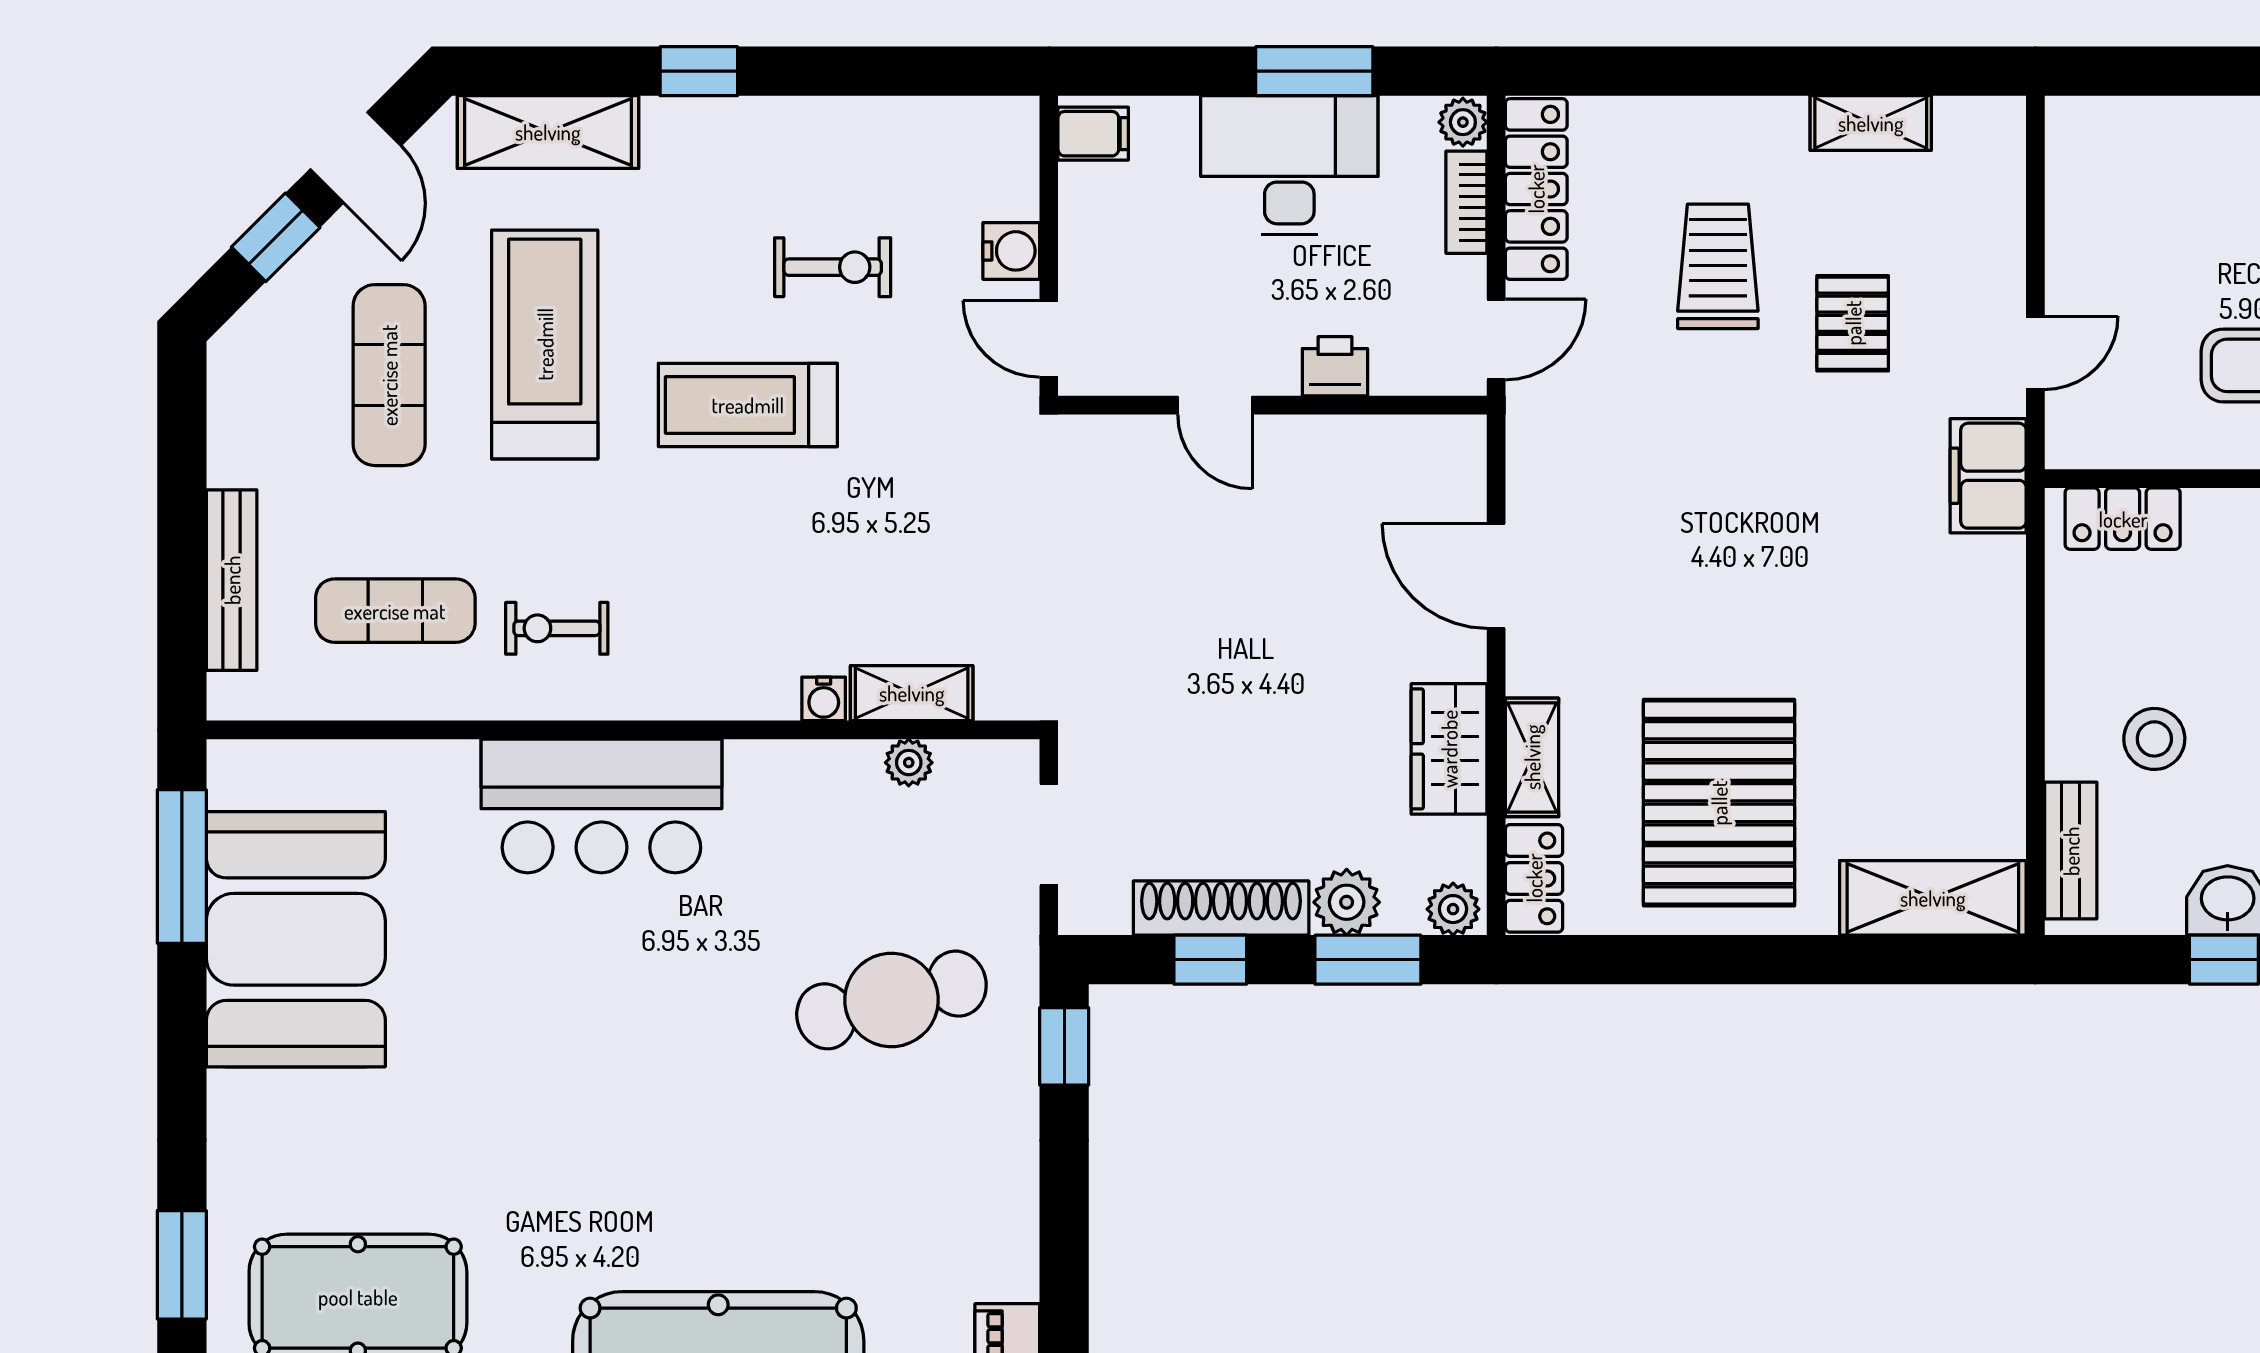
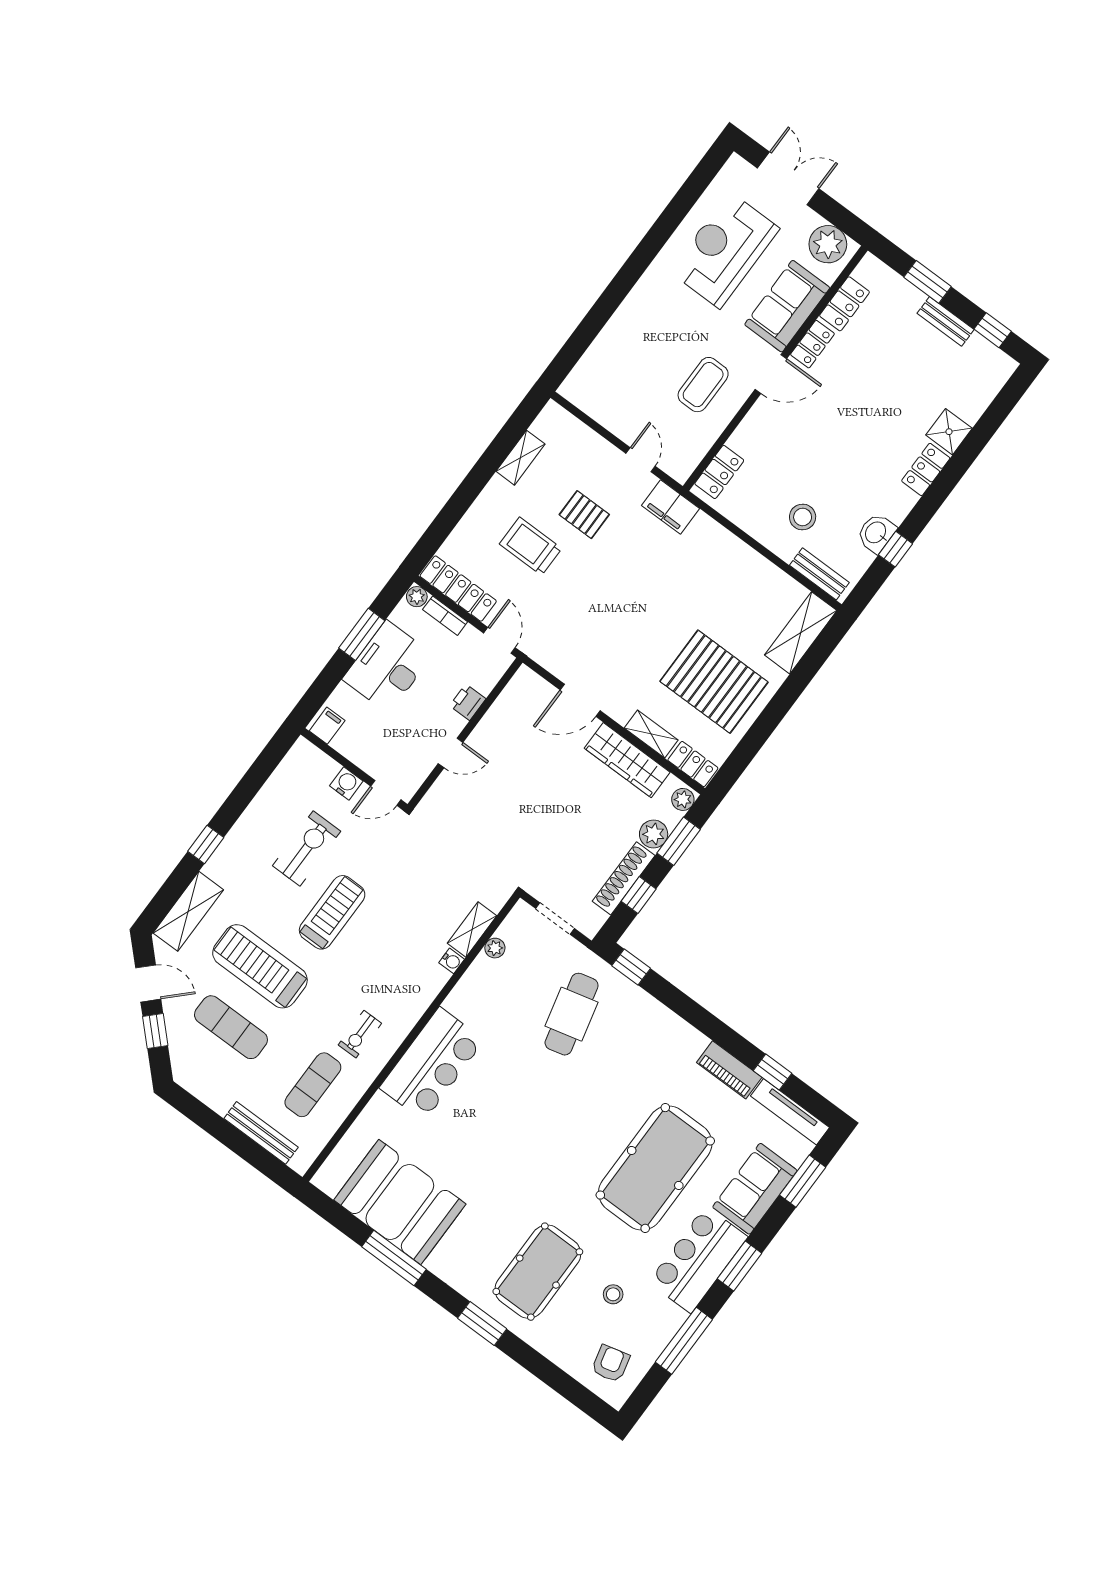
exercise bike: (833, 267) -> (307, 848), width x1.38, depth x1.39
treadmill: (748, 405) -> (332, 912), turned 180
wardrobe: (1449, 749) -> (627, 760), width x1.50
window: (182, 866) -> (394, 1258), moved

